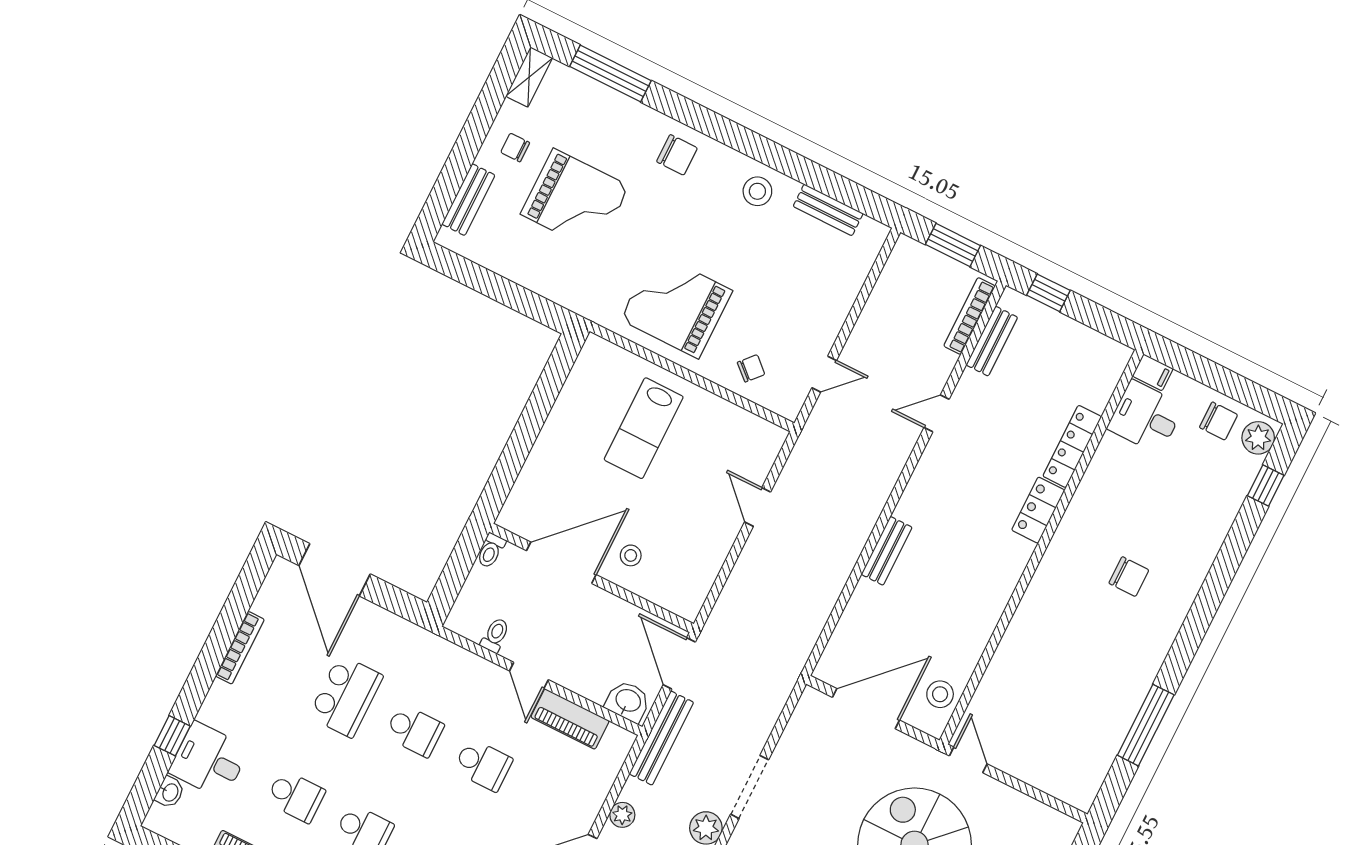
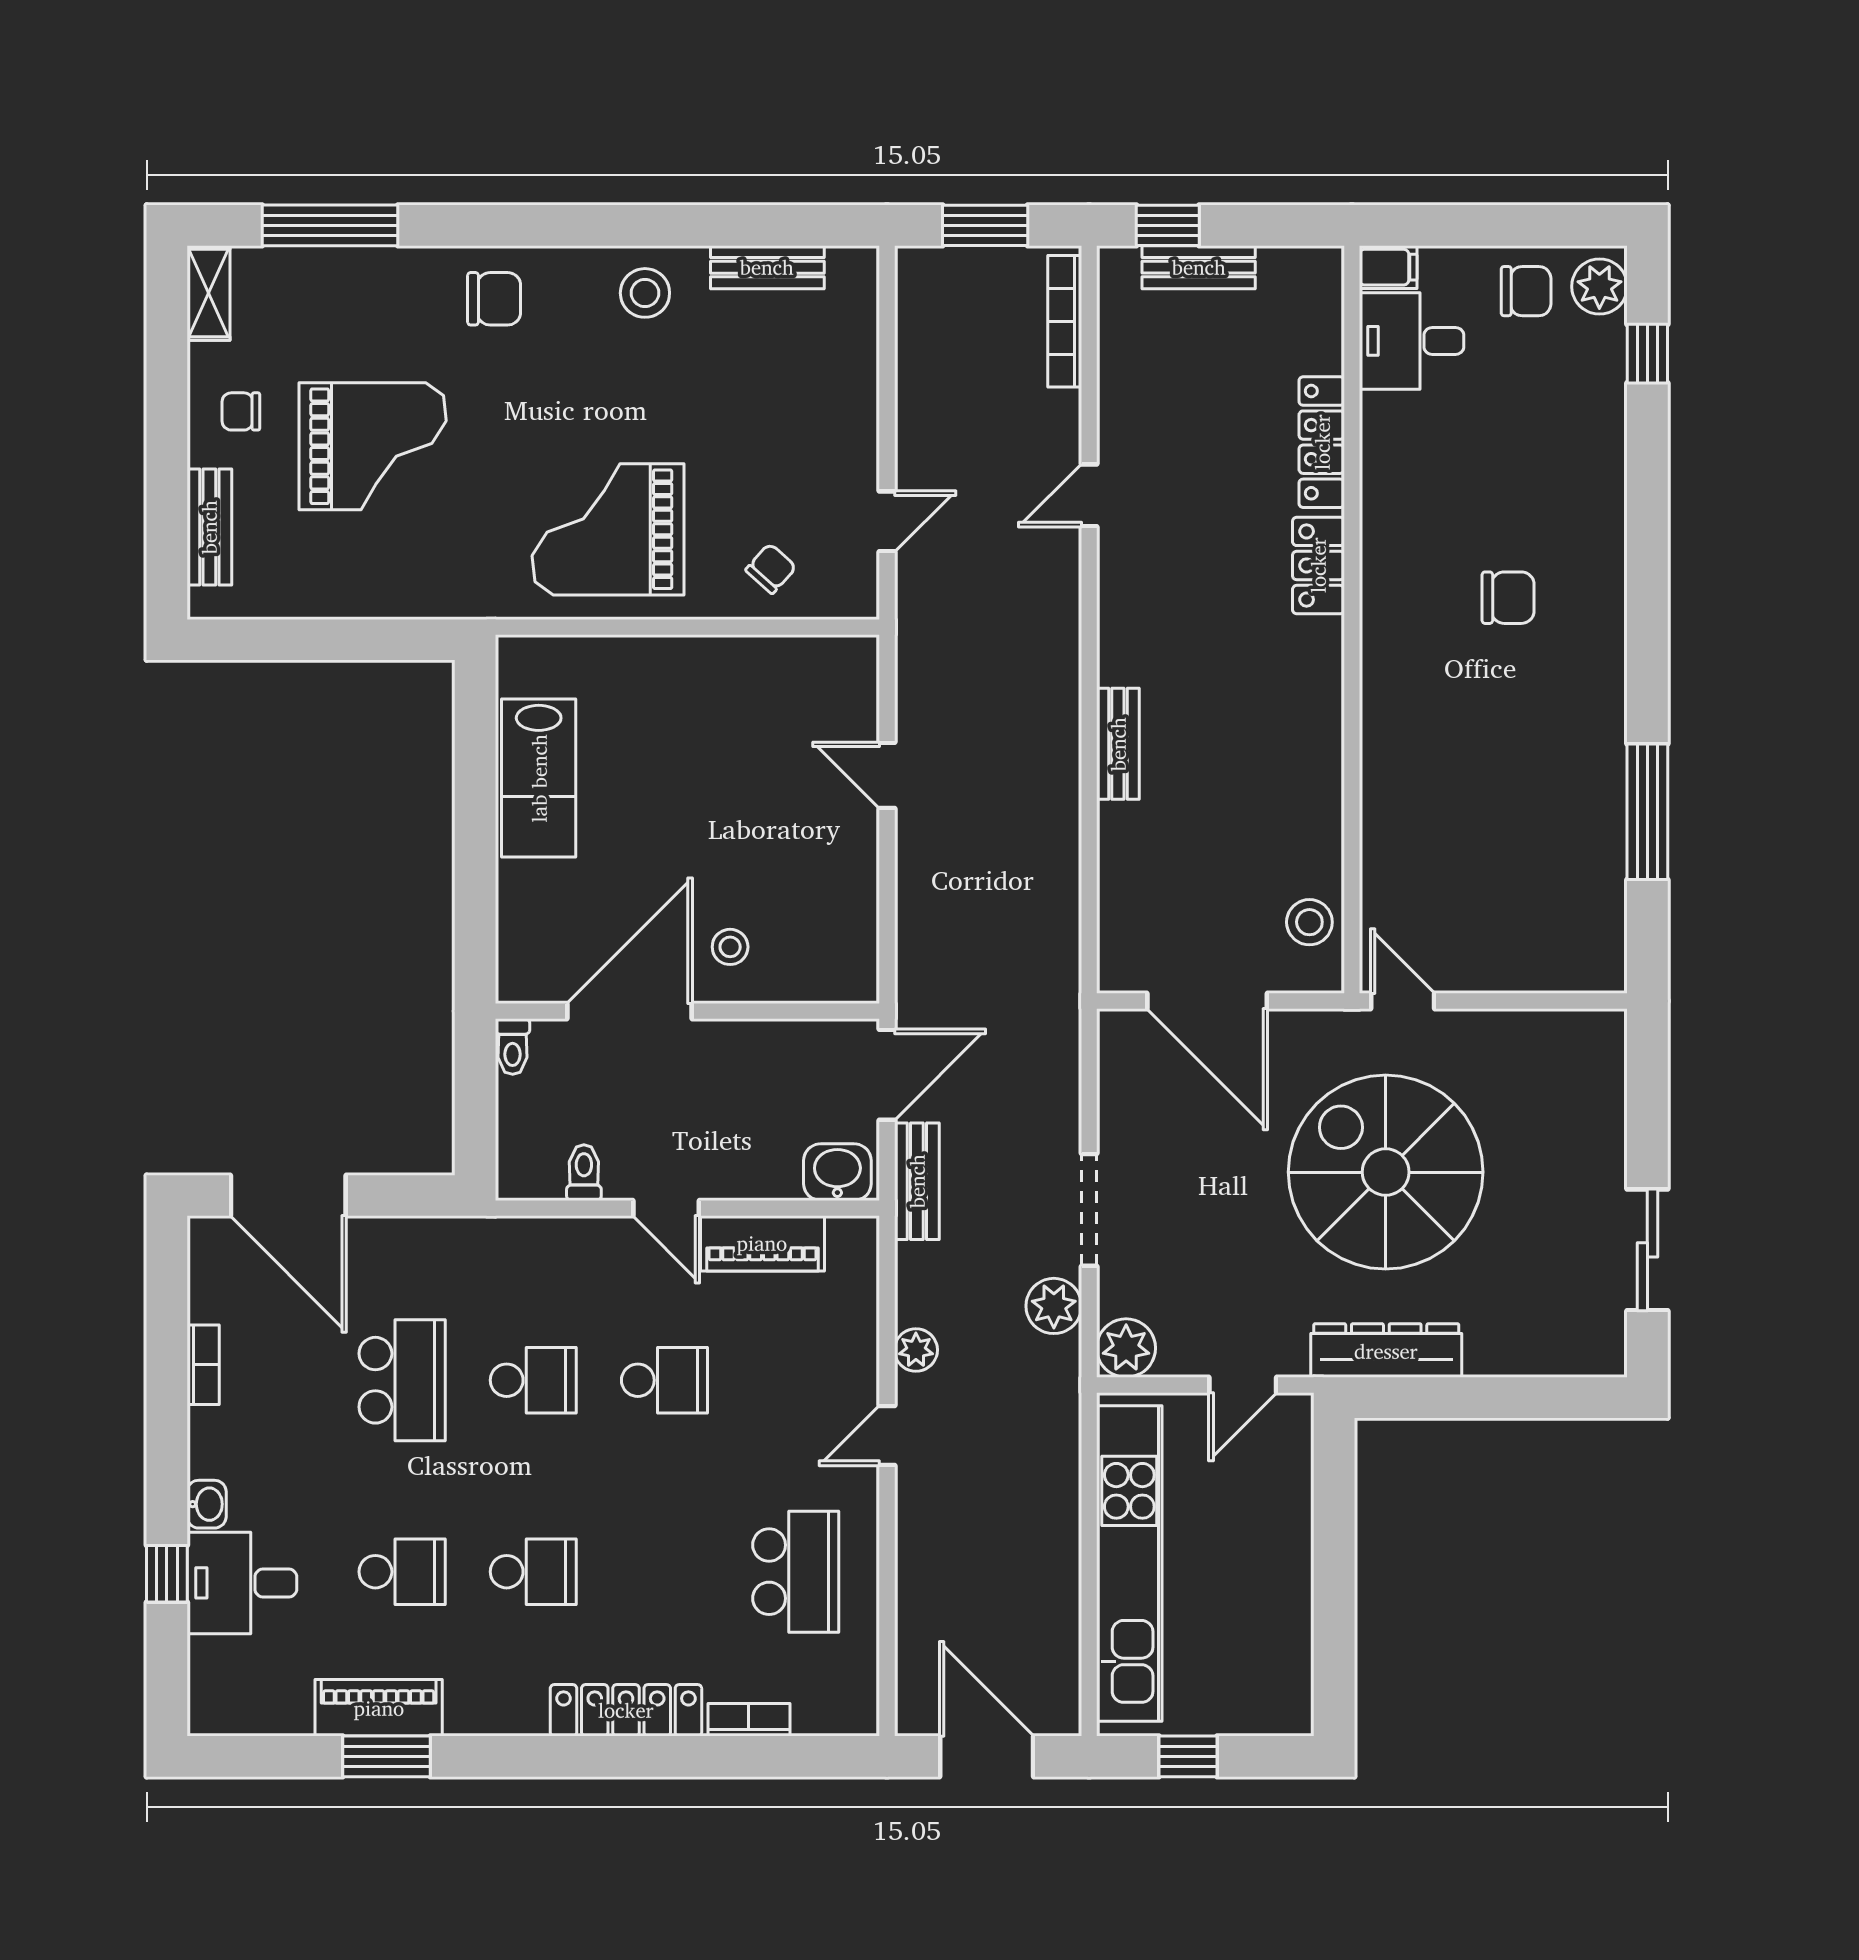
bench: (992, 341) -> (1199, 267), moved, turned 90
lab bench: (644, 428) -> (539, 778), moved
bookcase: (240, 648) -> (203, 1365), width x0.64
door: (679, 663) -> (887, 1075), swing flipped
door: (866, 709) -> (1207, 1001), swing flipped
bench: (661, 738) -> (917, 1181), width x0.73
washbasin: (170, 792) -> (207, 1504), moved

